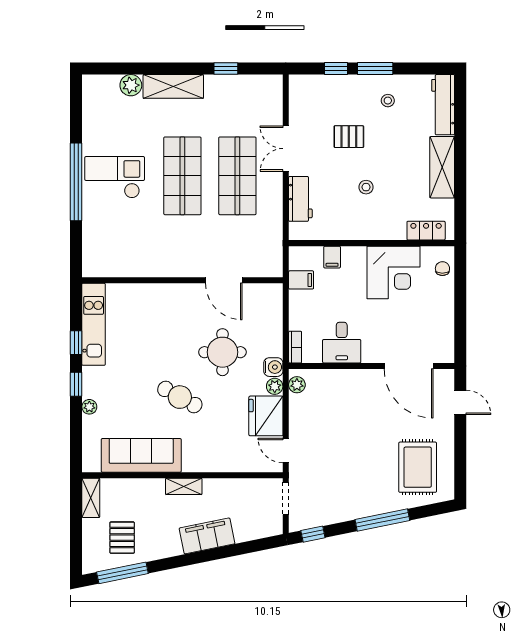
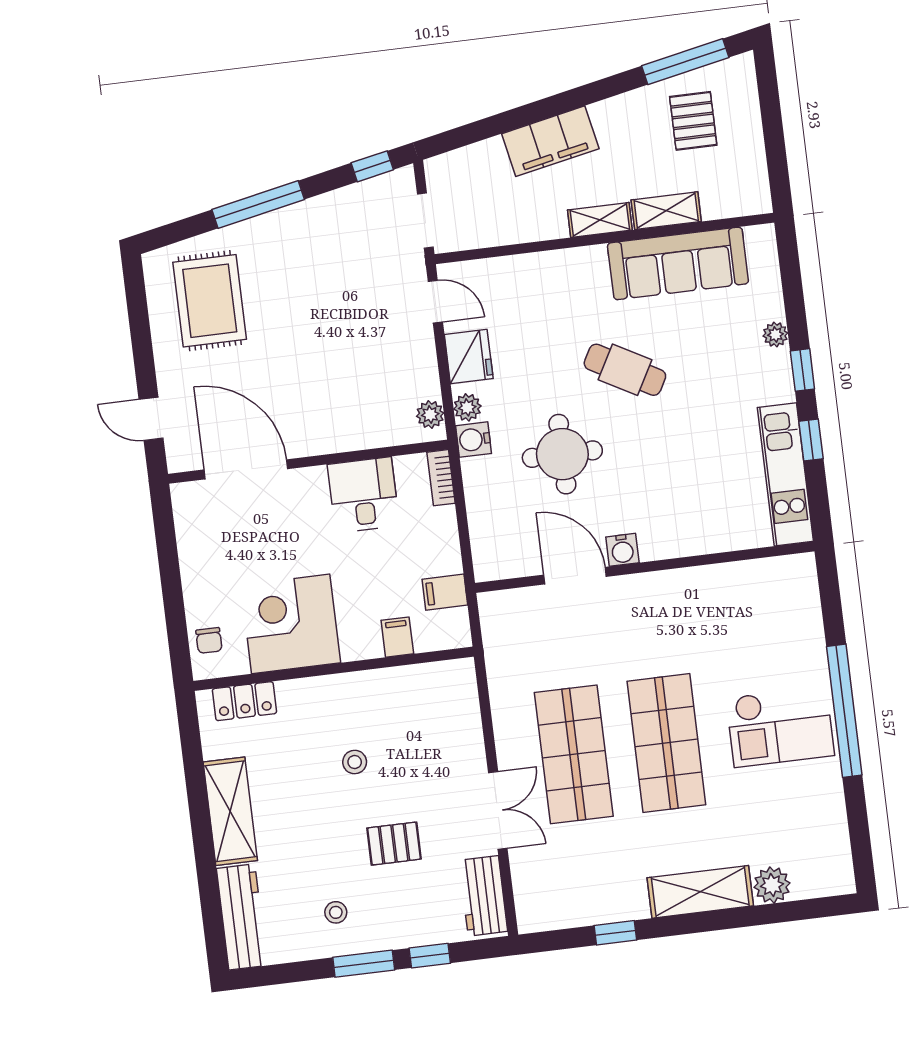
workbench: (300, 199) -> (483, 896), moved
water cooler: (194, 292) -> (622, 550), added
fridge: (266, 416) -> (469, 356), width x0.73, depth x0.75
shelving: (91, 498) -> (666, 211), moved, turned 90

